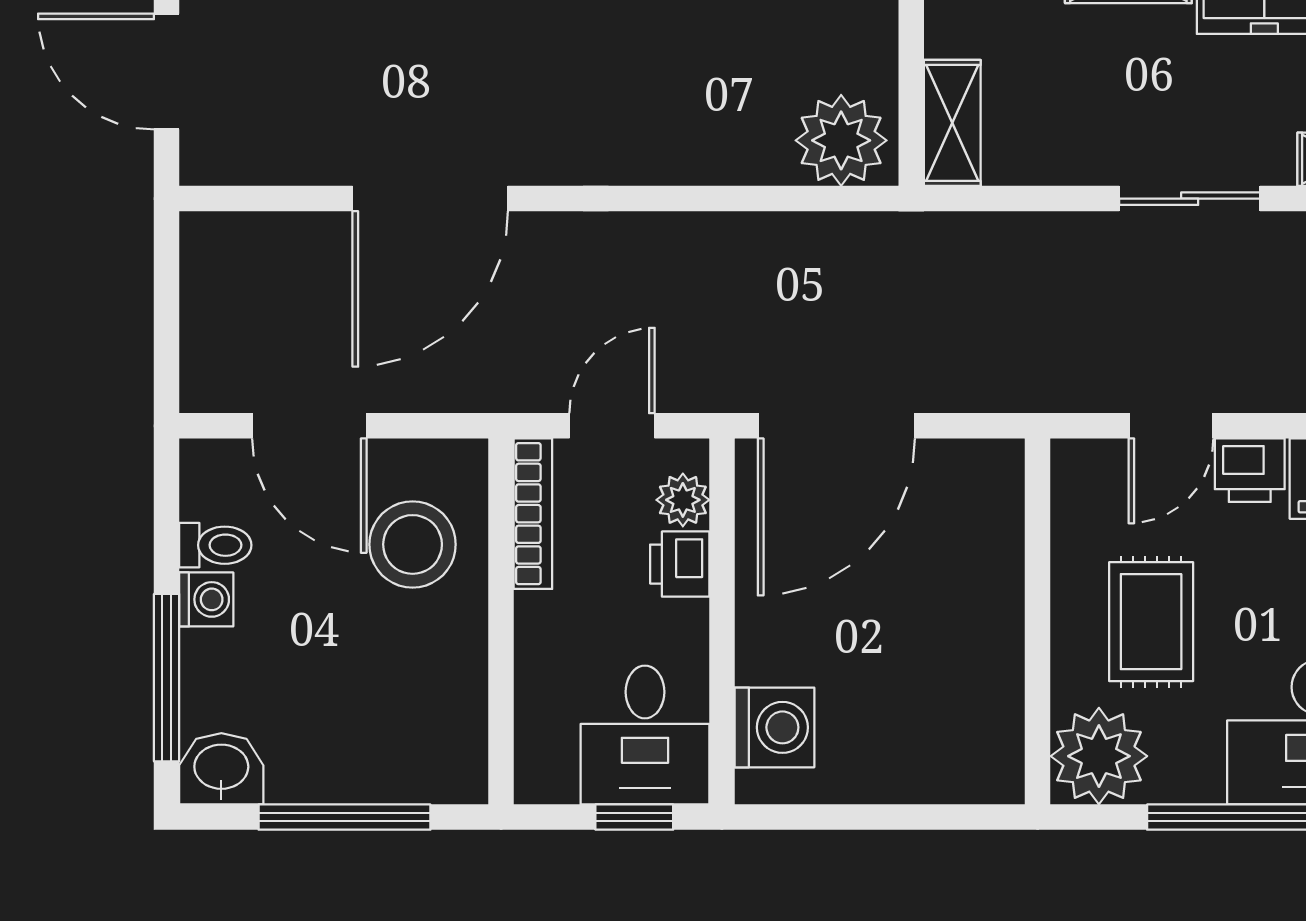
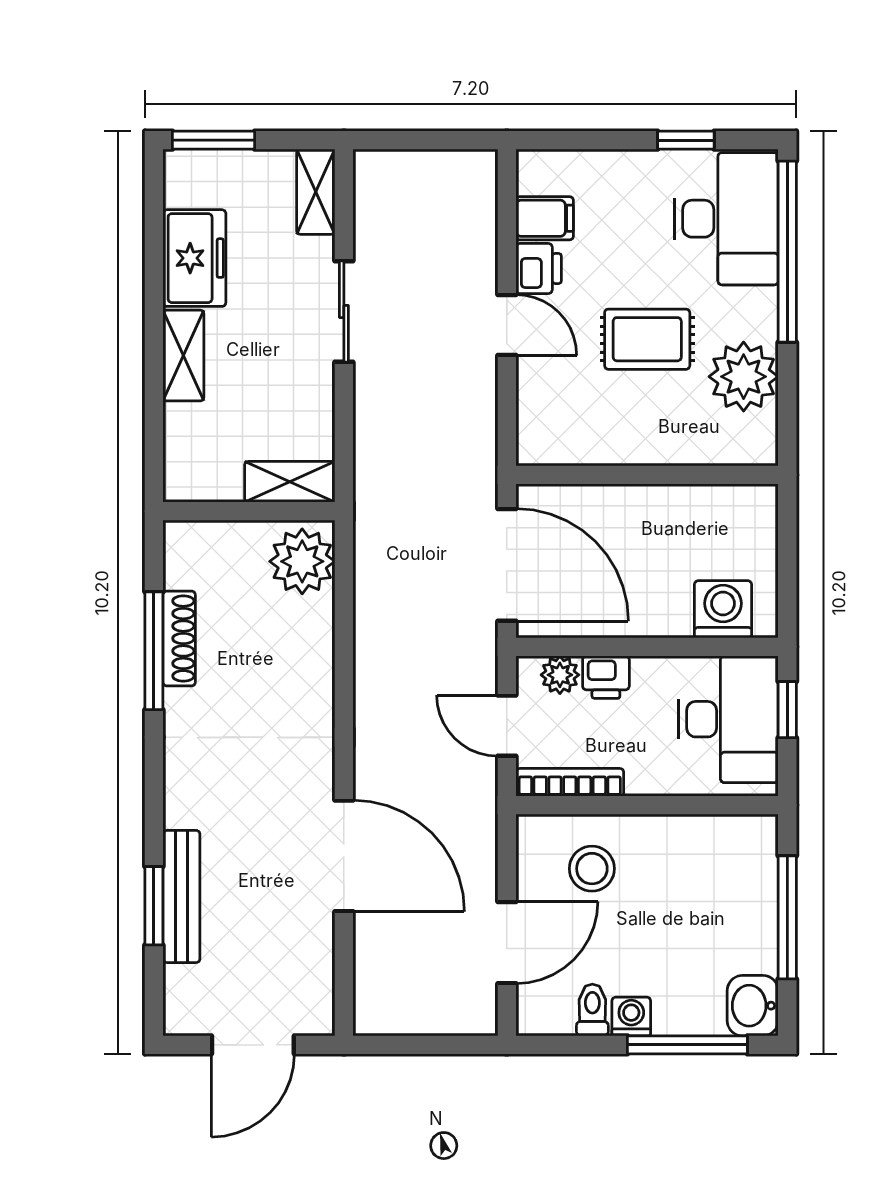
stool: (413, 544) -> (592, 869), width x0.73, depth x0.73
wall: (1038, 621) -> (647, 475), moved
desk: (645, 735) -> (728, 719), width x1.37

